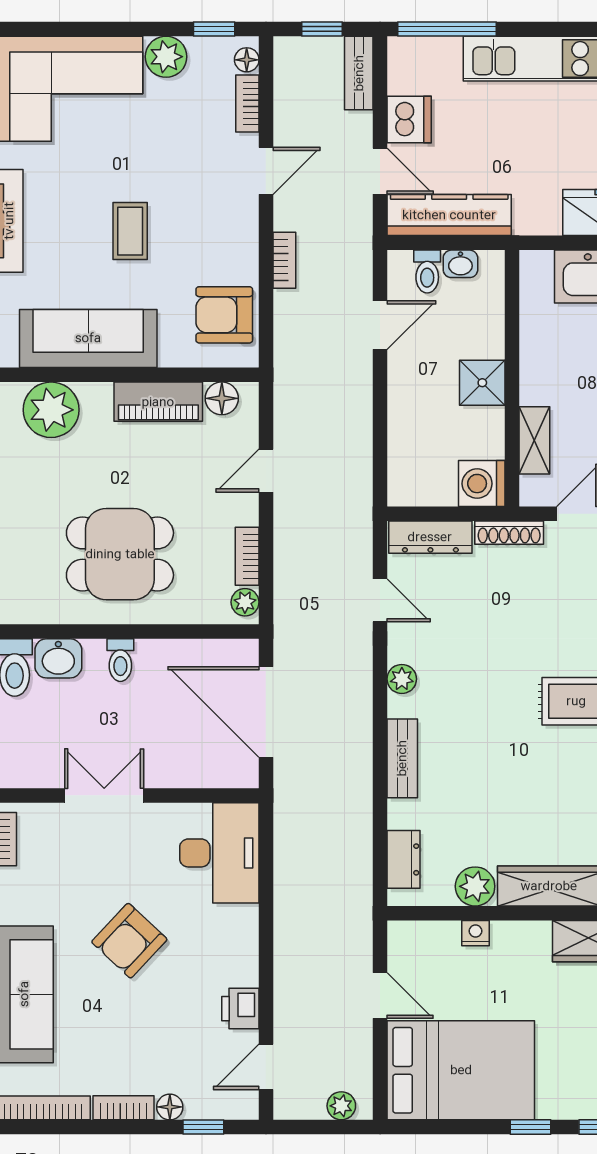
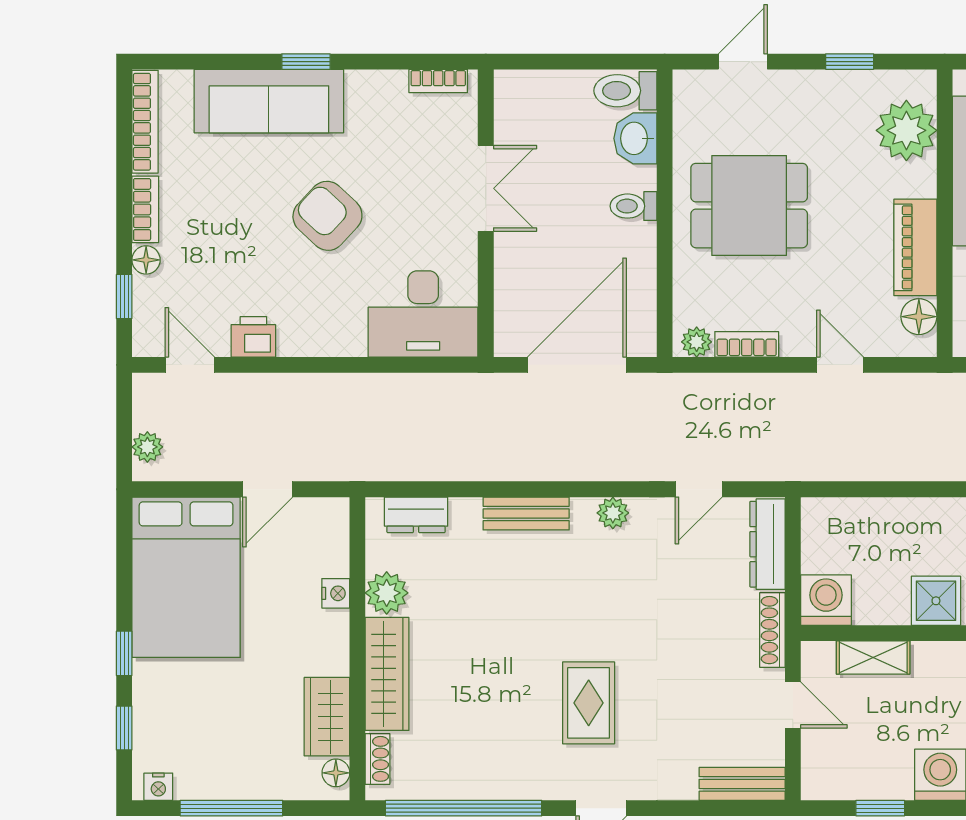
dining table: (120, 554) -> (749, 206), turned 90

